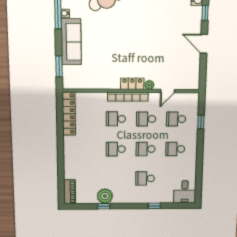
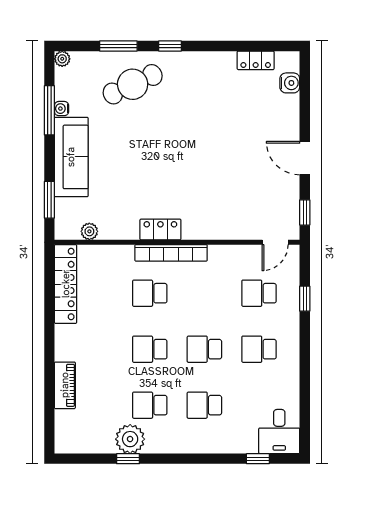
window: (205, 13) -> (305, 212), moved
locker: (132, 84) -> (160, 229), moved
plant: (149, 85) -> (89, 231), moved
door: (168, 91) -> (275, 242), moved
school desk: (146, 119) -> (150, 405), moved
piano: (70, 192) -> (65, 385), moved
window: (154, 206) -> (258, 459), moved

